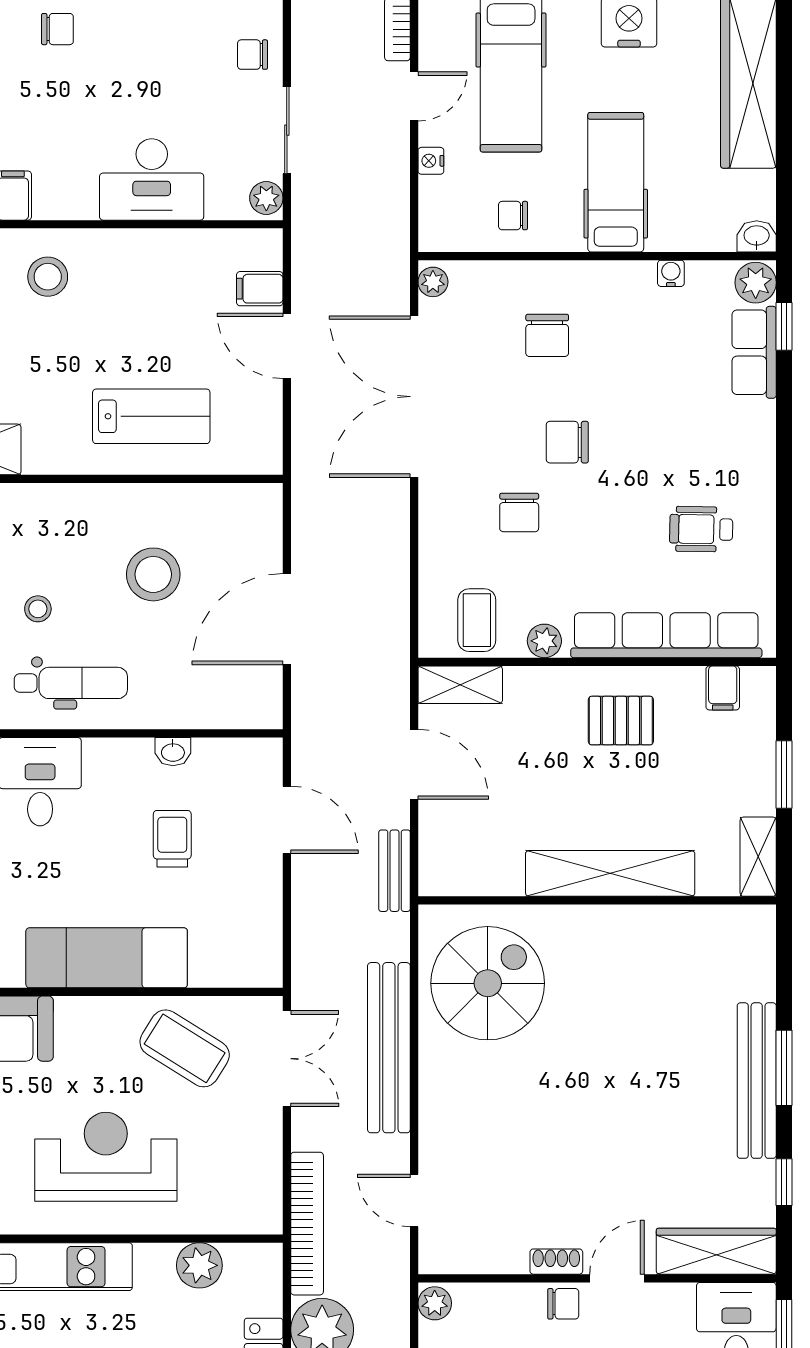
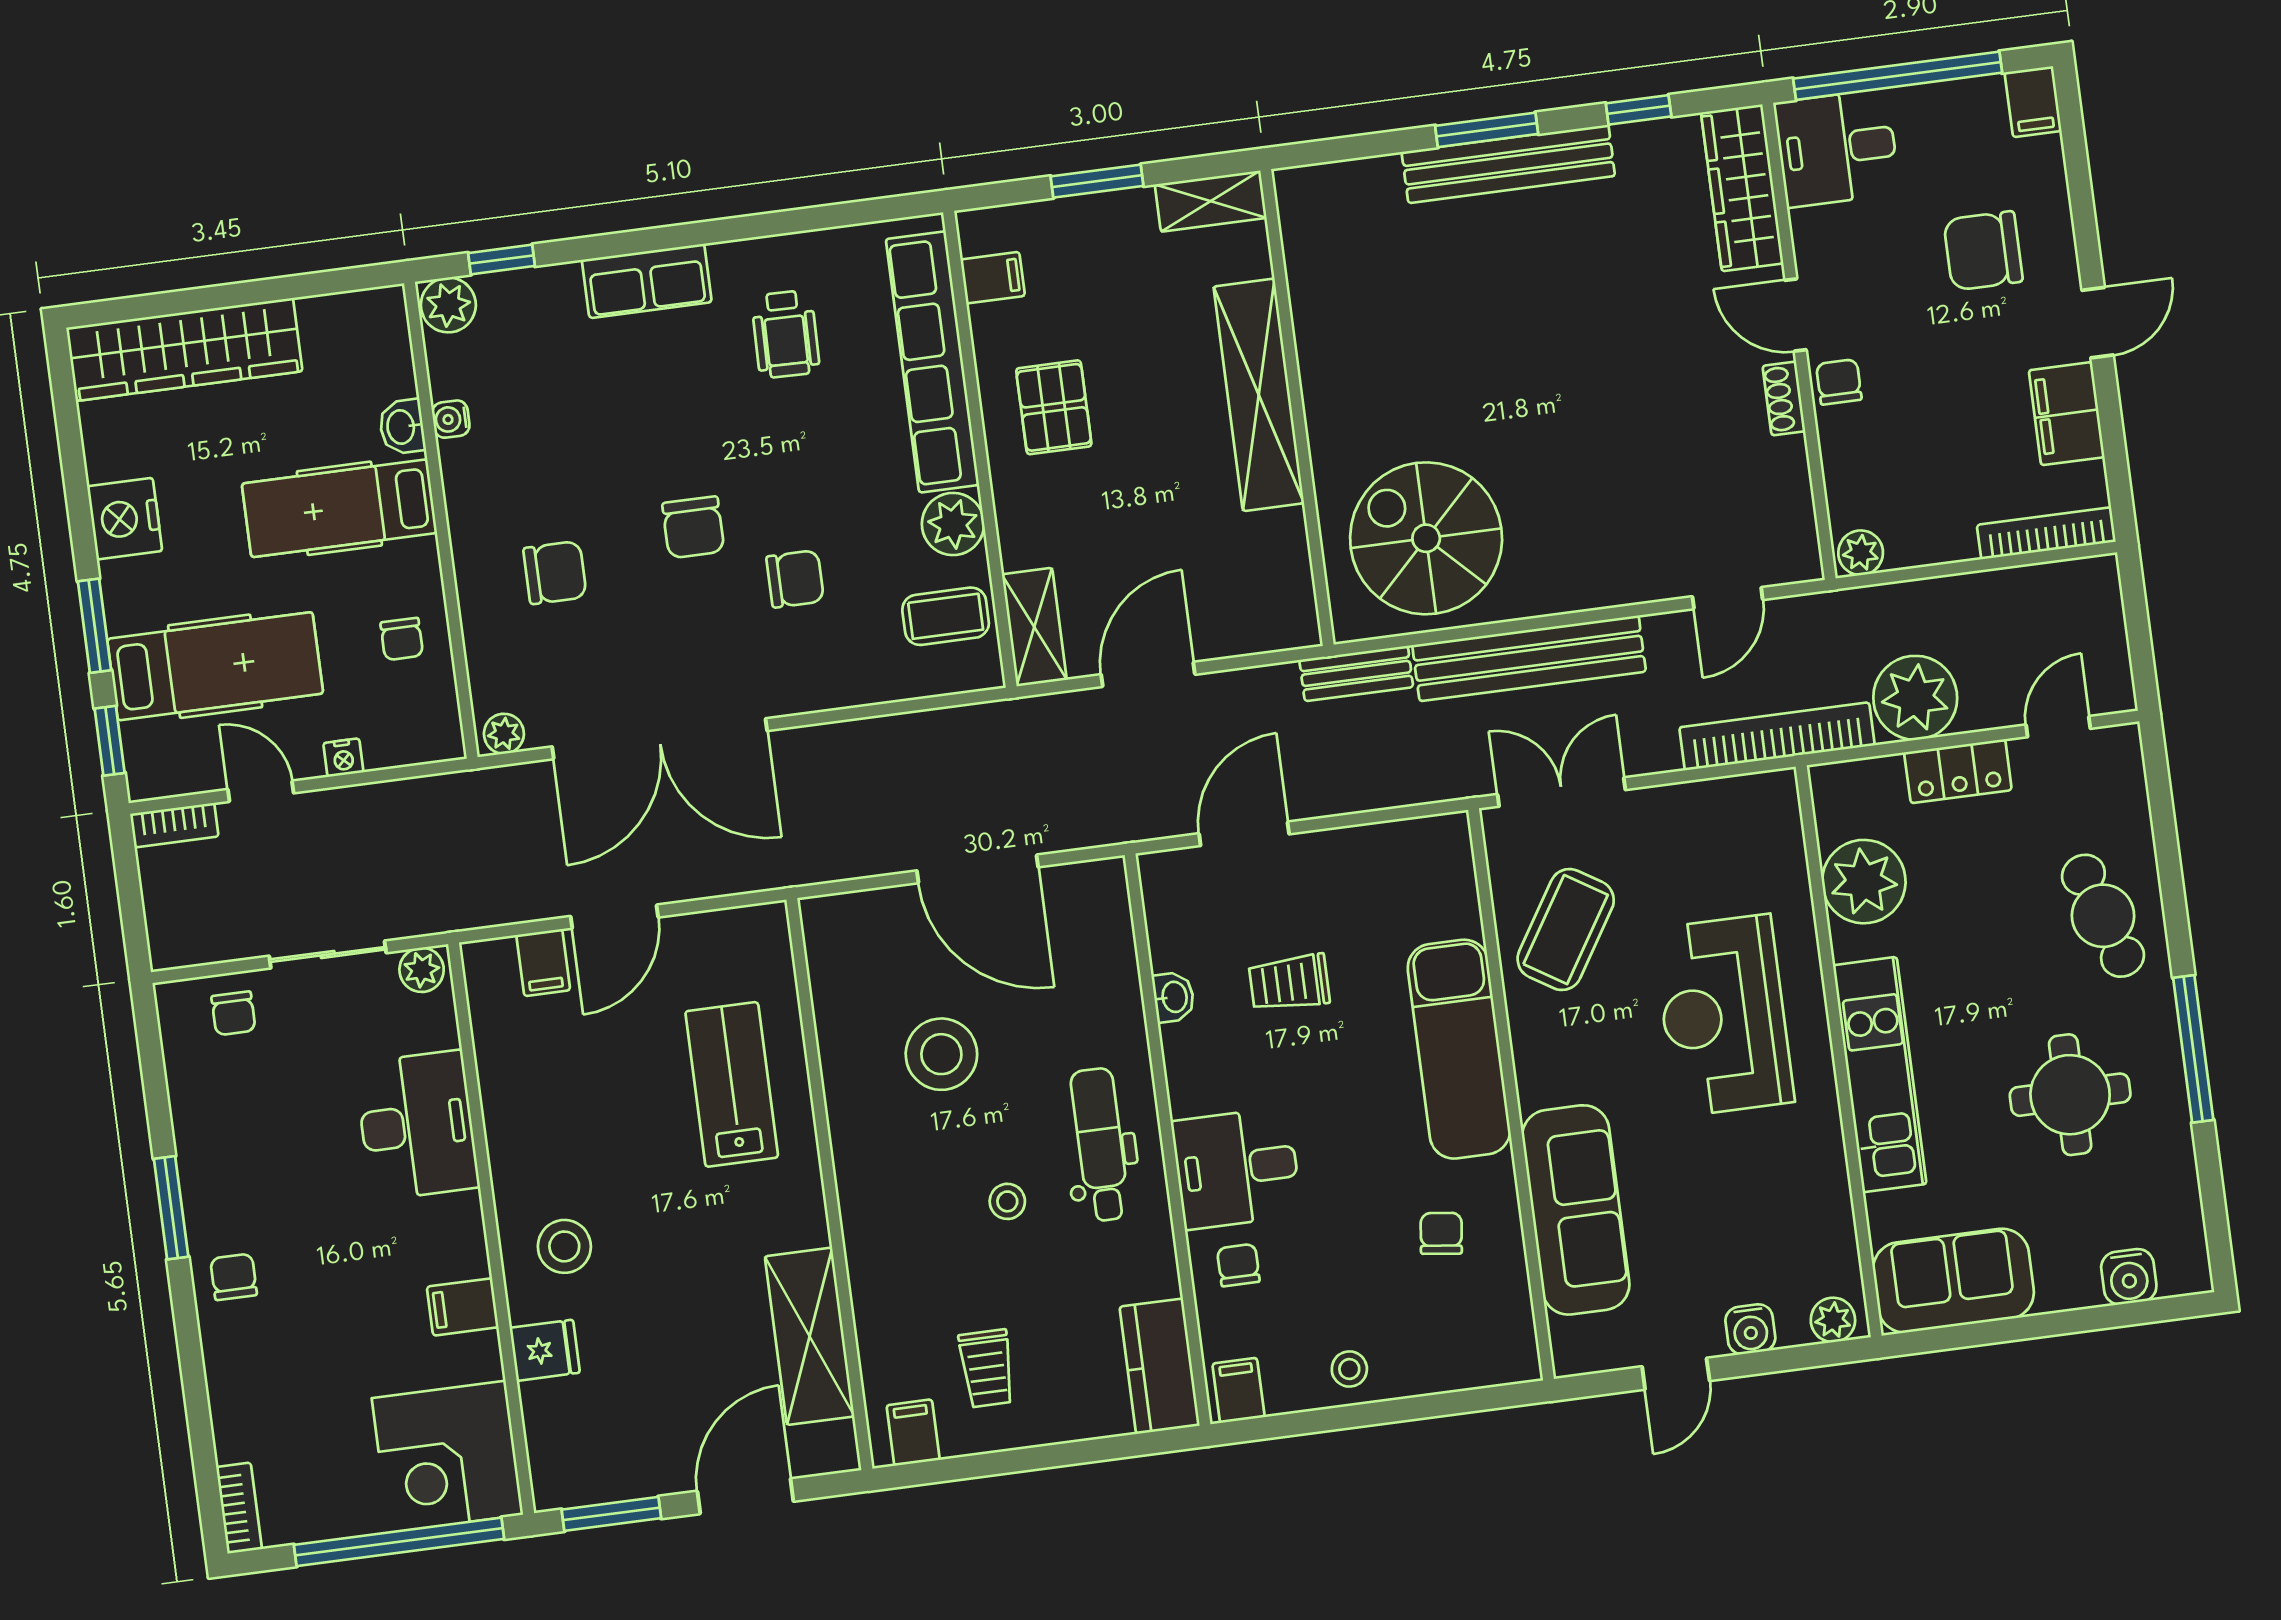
washbasin: (757, 236) -> (402, 427), moved
row of seats: (754, 352) -> (647, 281), moved
plant: (544, 641) -> (953, 524), width x1.38, depth x1.38
bench: (394, 871) -> (1356, 673), moved
plant: (199, 1265) -> (1864, 882), width x1.36, depth x1.36

